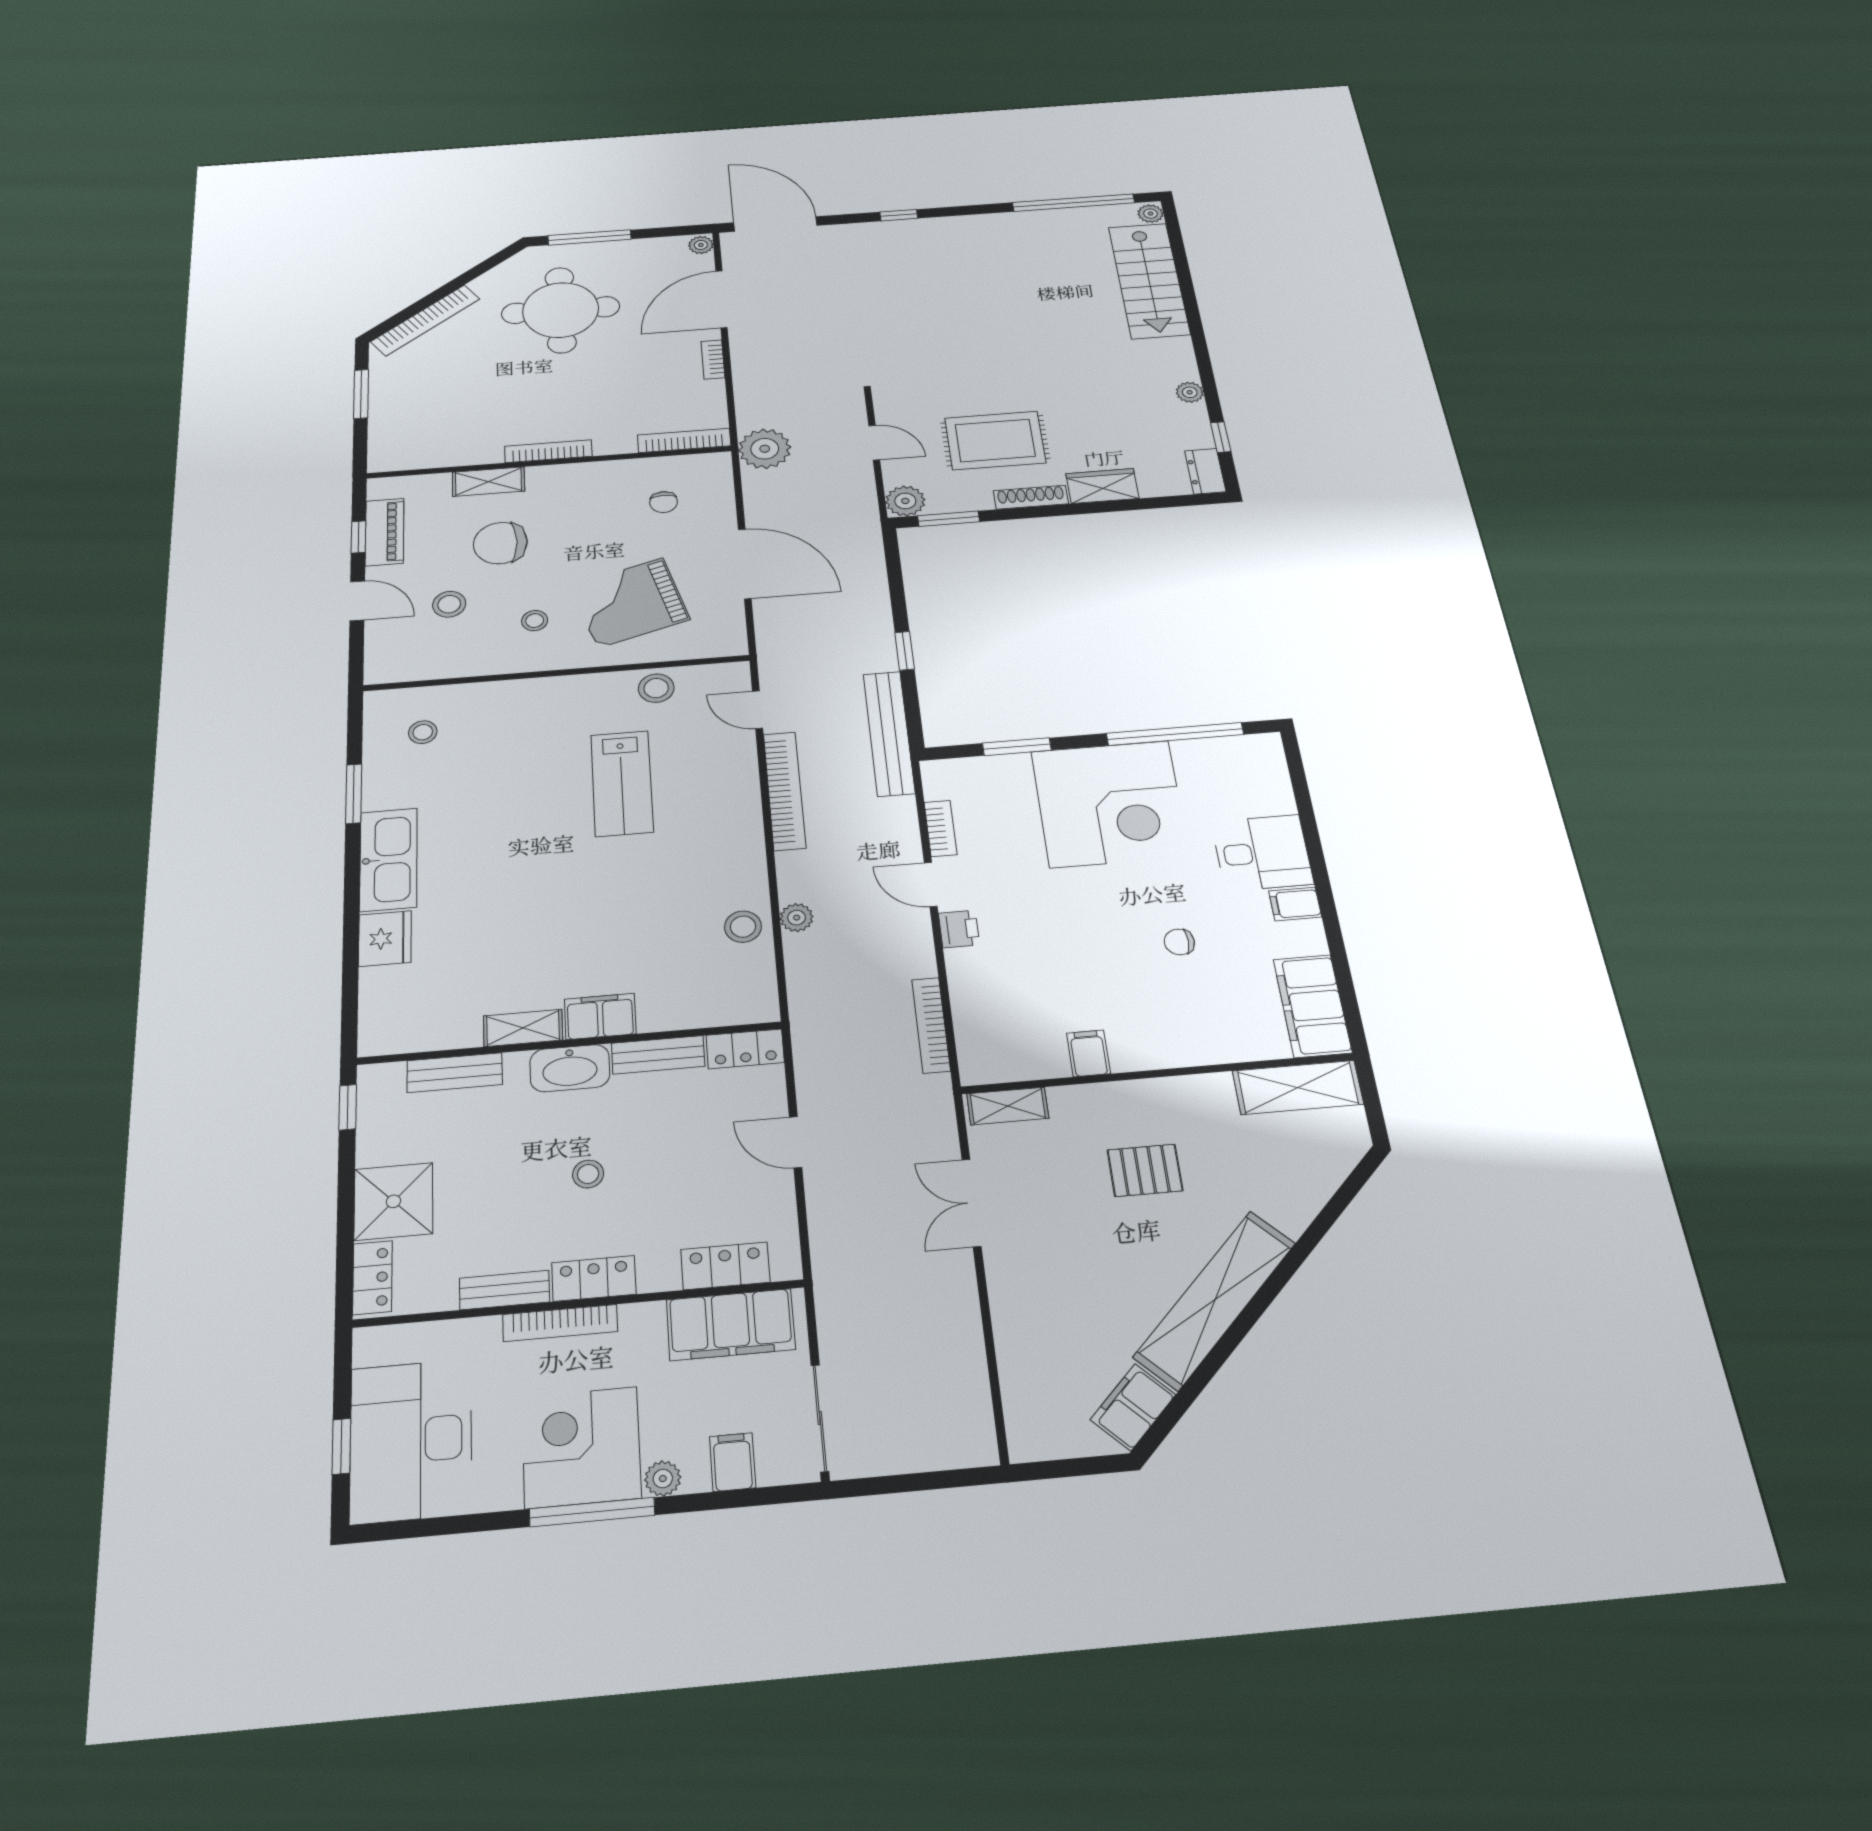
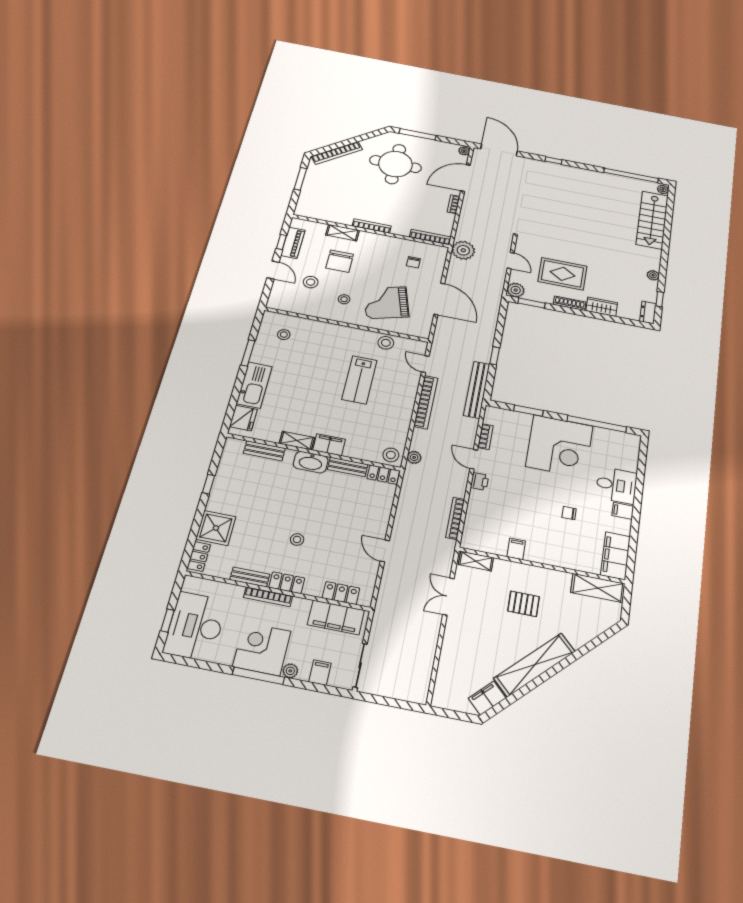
chair: (500, 543) -> (340, 261), turned -90
filing cabinet: (600, 1016) -> (329, 445), moved
shelving: (523, 1028) -> (297, 441), moved
wall: (570, 1043) -> (314, 452), moved
locker: (745, 1049) -> (383, 475), moved
bench: (658, 1055) -> (348, 467), moved
washbasin: (570, 1068) -> (311, 462), moved
bench: (455, 1073) -> (264, 451), moved

